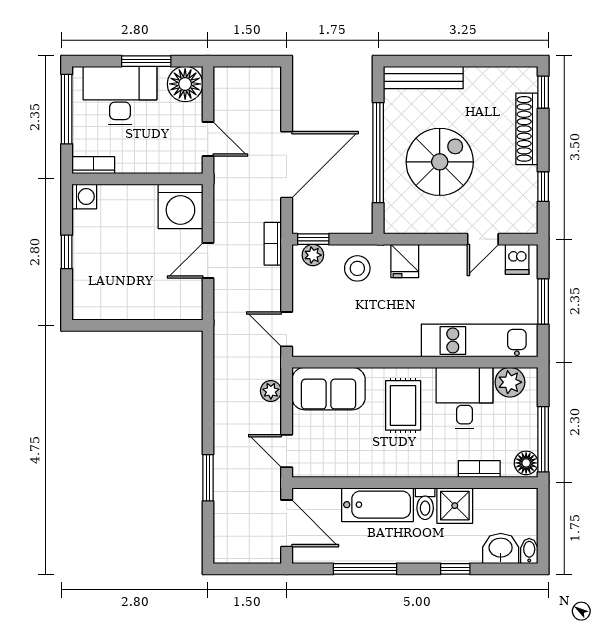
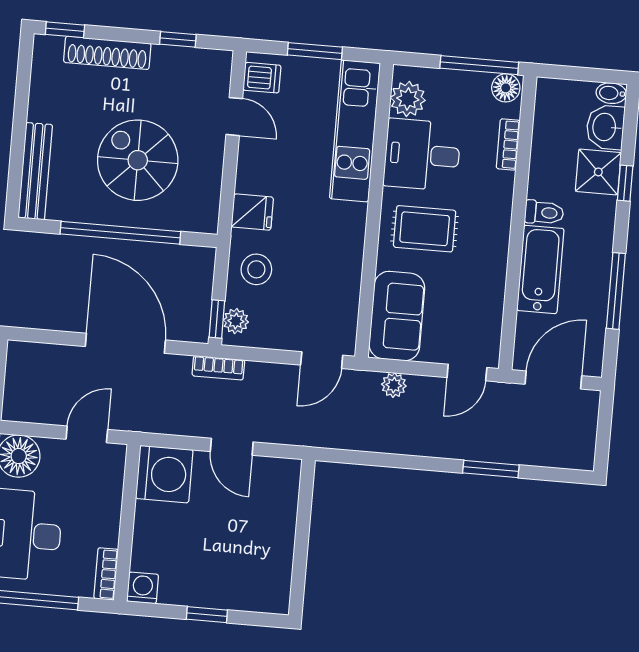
shower: (455, 506) -> (598, 172), moved

